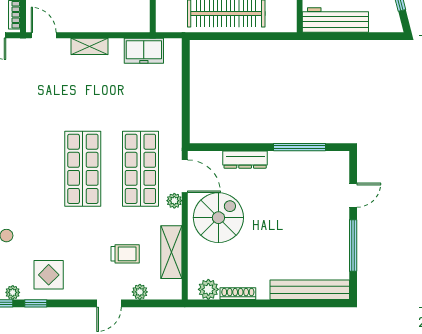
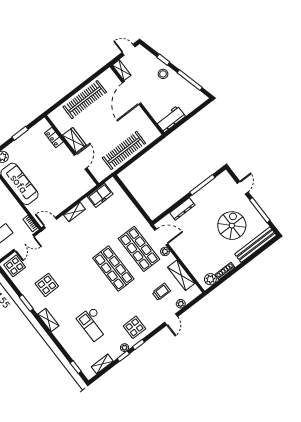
workbench: (335, 20) -> (171, 119), width x0.73
spiral stairs: (218, 218) -> (232, 226), moved

